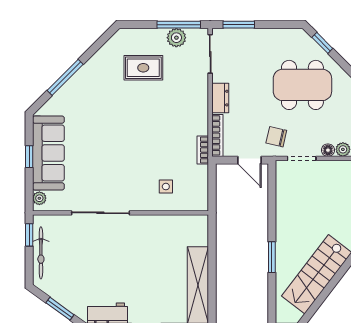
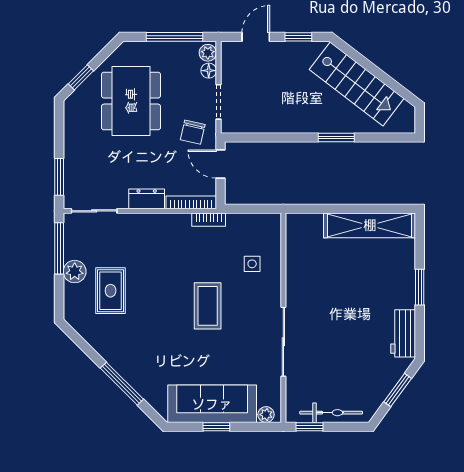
plant: (176, 38) -> (75, 272), moved
coffee table: (130, 149) -> (208, 306), added
door: (250, 160) -> (221, 164), swing flipped

